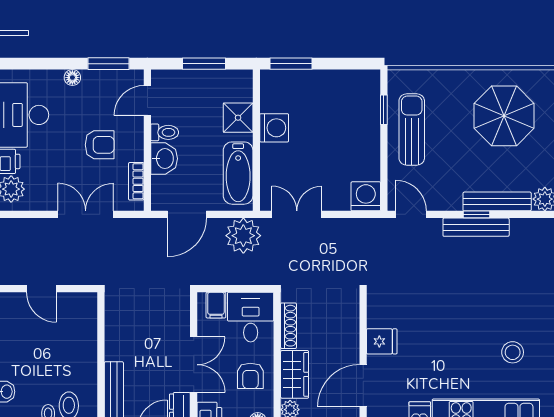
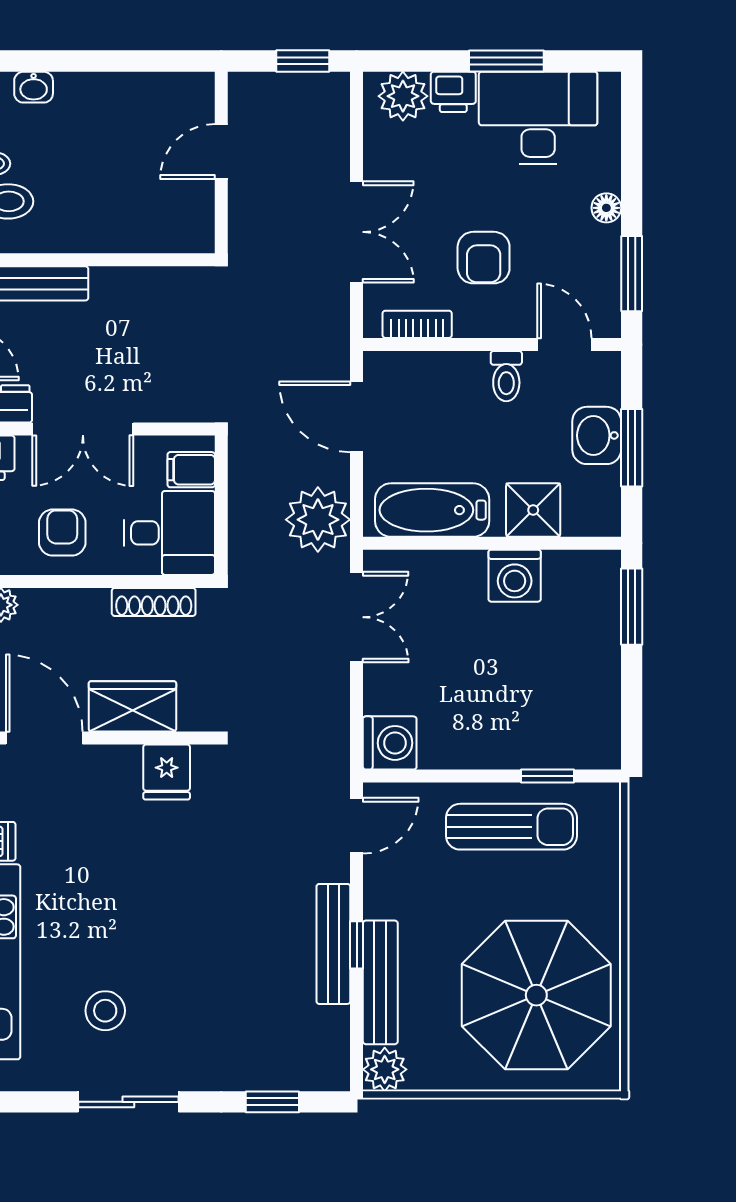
parasol: (504, 116) -> (536, 995), width x1.36, depth x1.36
washbasin: (164, 159) -> (597, 435), moved, turned 90
fridge: (382, 341) -> (167, 772), moved
wardrobe: (295, 374) -> (132, 706), moved, turned 180
armchair: (250, 376) -> (62, 533), turned 90

